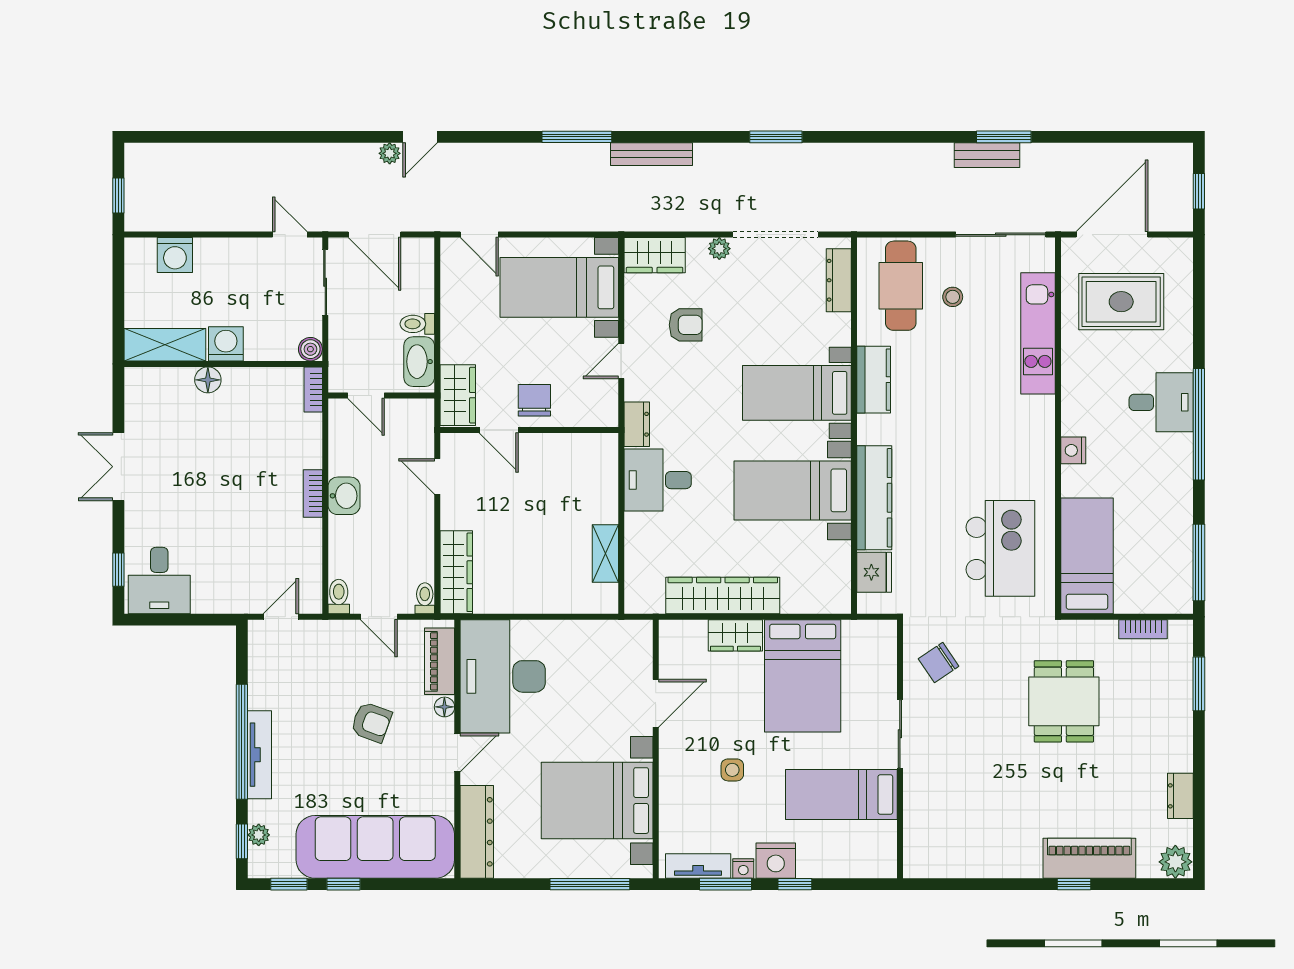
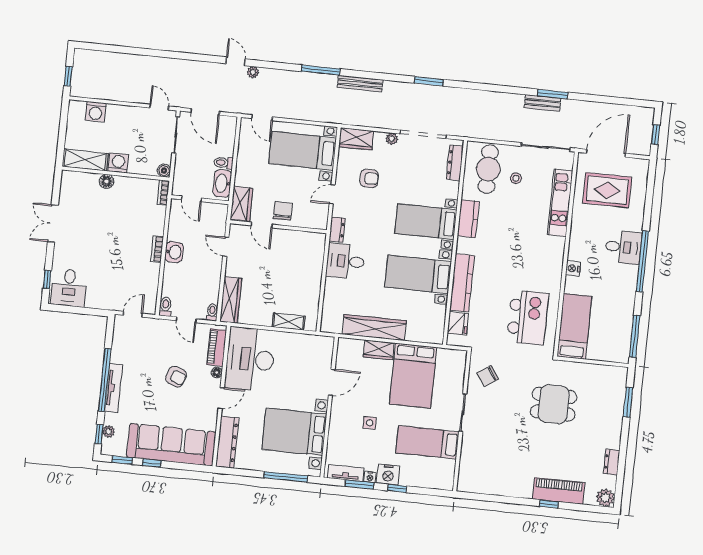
door: (420, 137) -> (236, 61), swing flipped
plant: (390, 153) -> (253, 72), moved
shelving: (605, 553) -> (289, 322), moved, turned 90
bookcase: (1143, 629) -> (601, 369), removed
dining table: (1064, 701) -> (554, 404), turned 90

